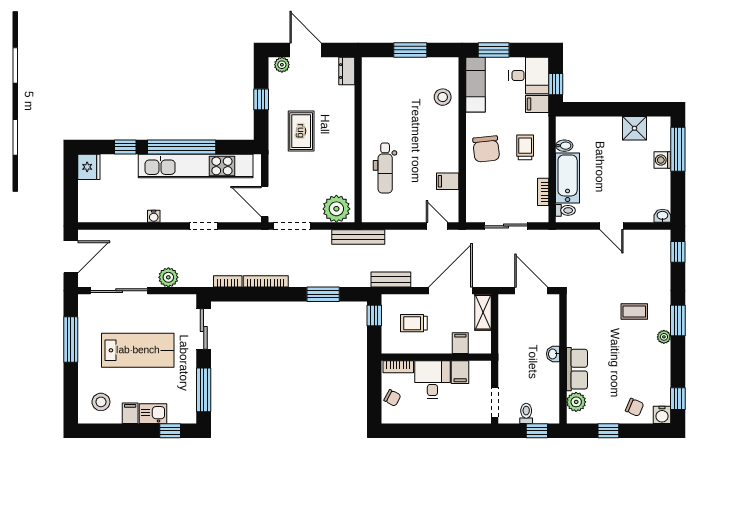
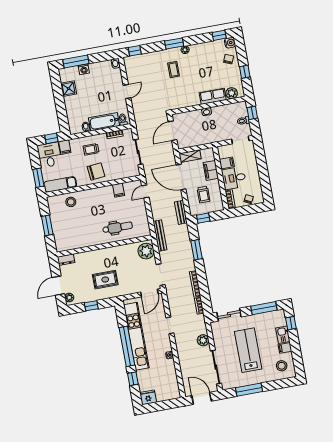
filing cabinet: (460, 343) -> (211, 170), width x2.00

